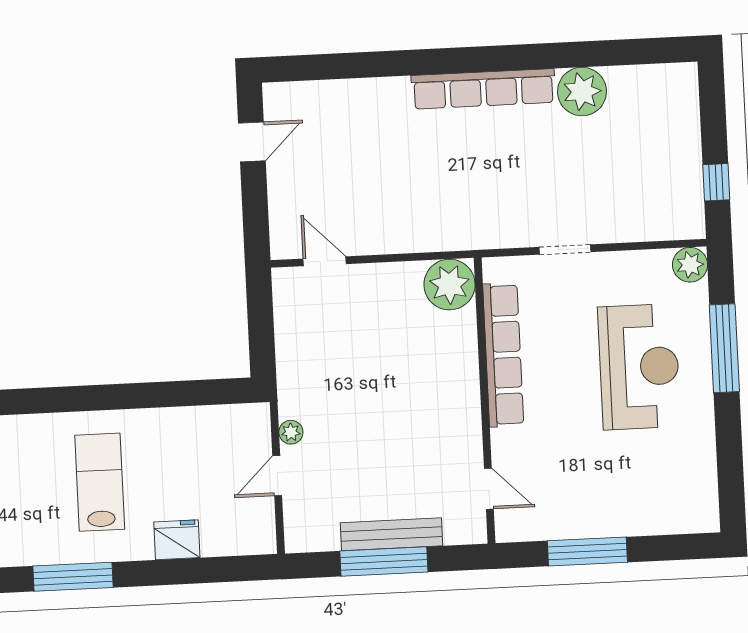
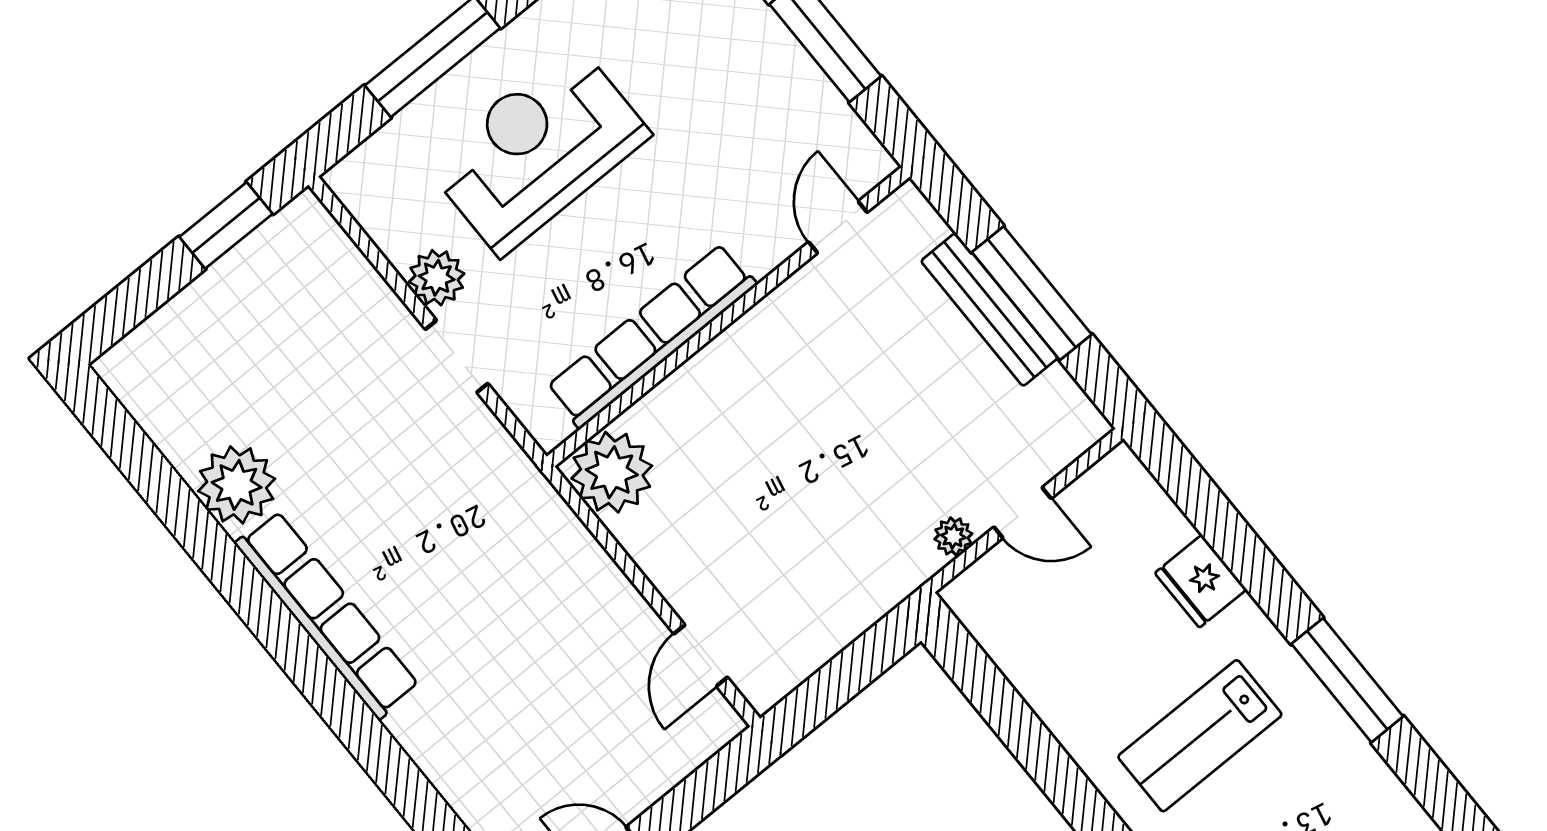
window: (716, 182) -> (226, 225), width x1.50
plant: (690, 265) -> (437, 278), moved

